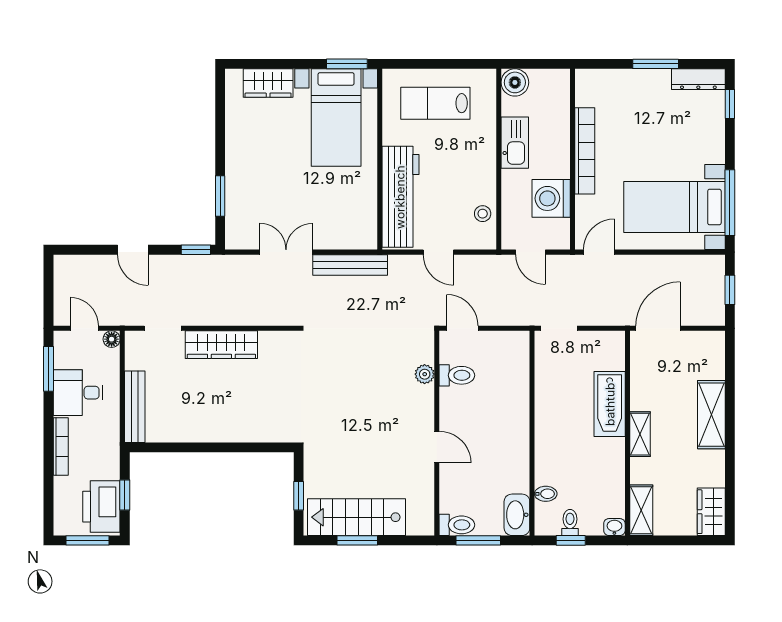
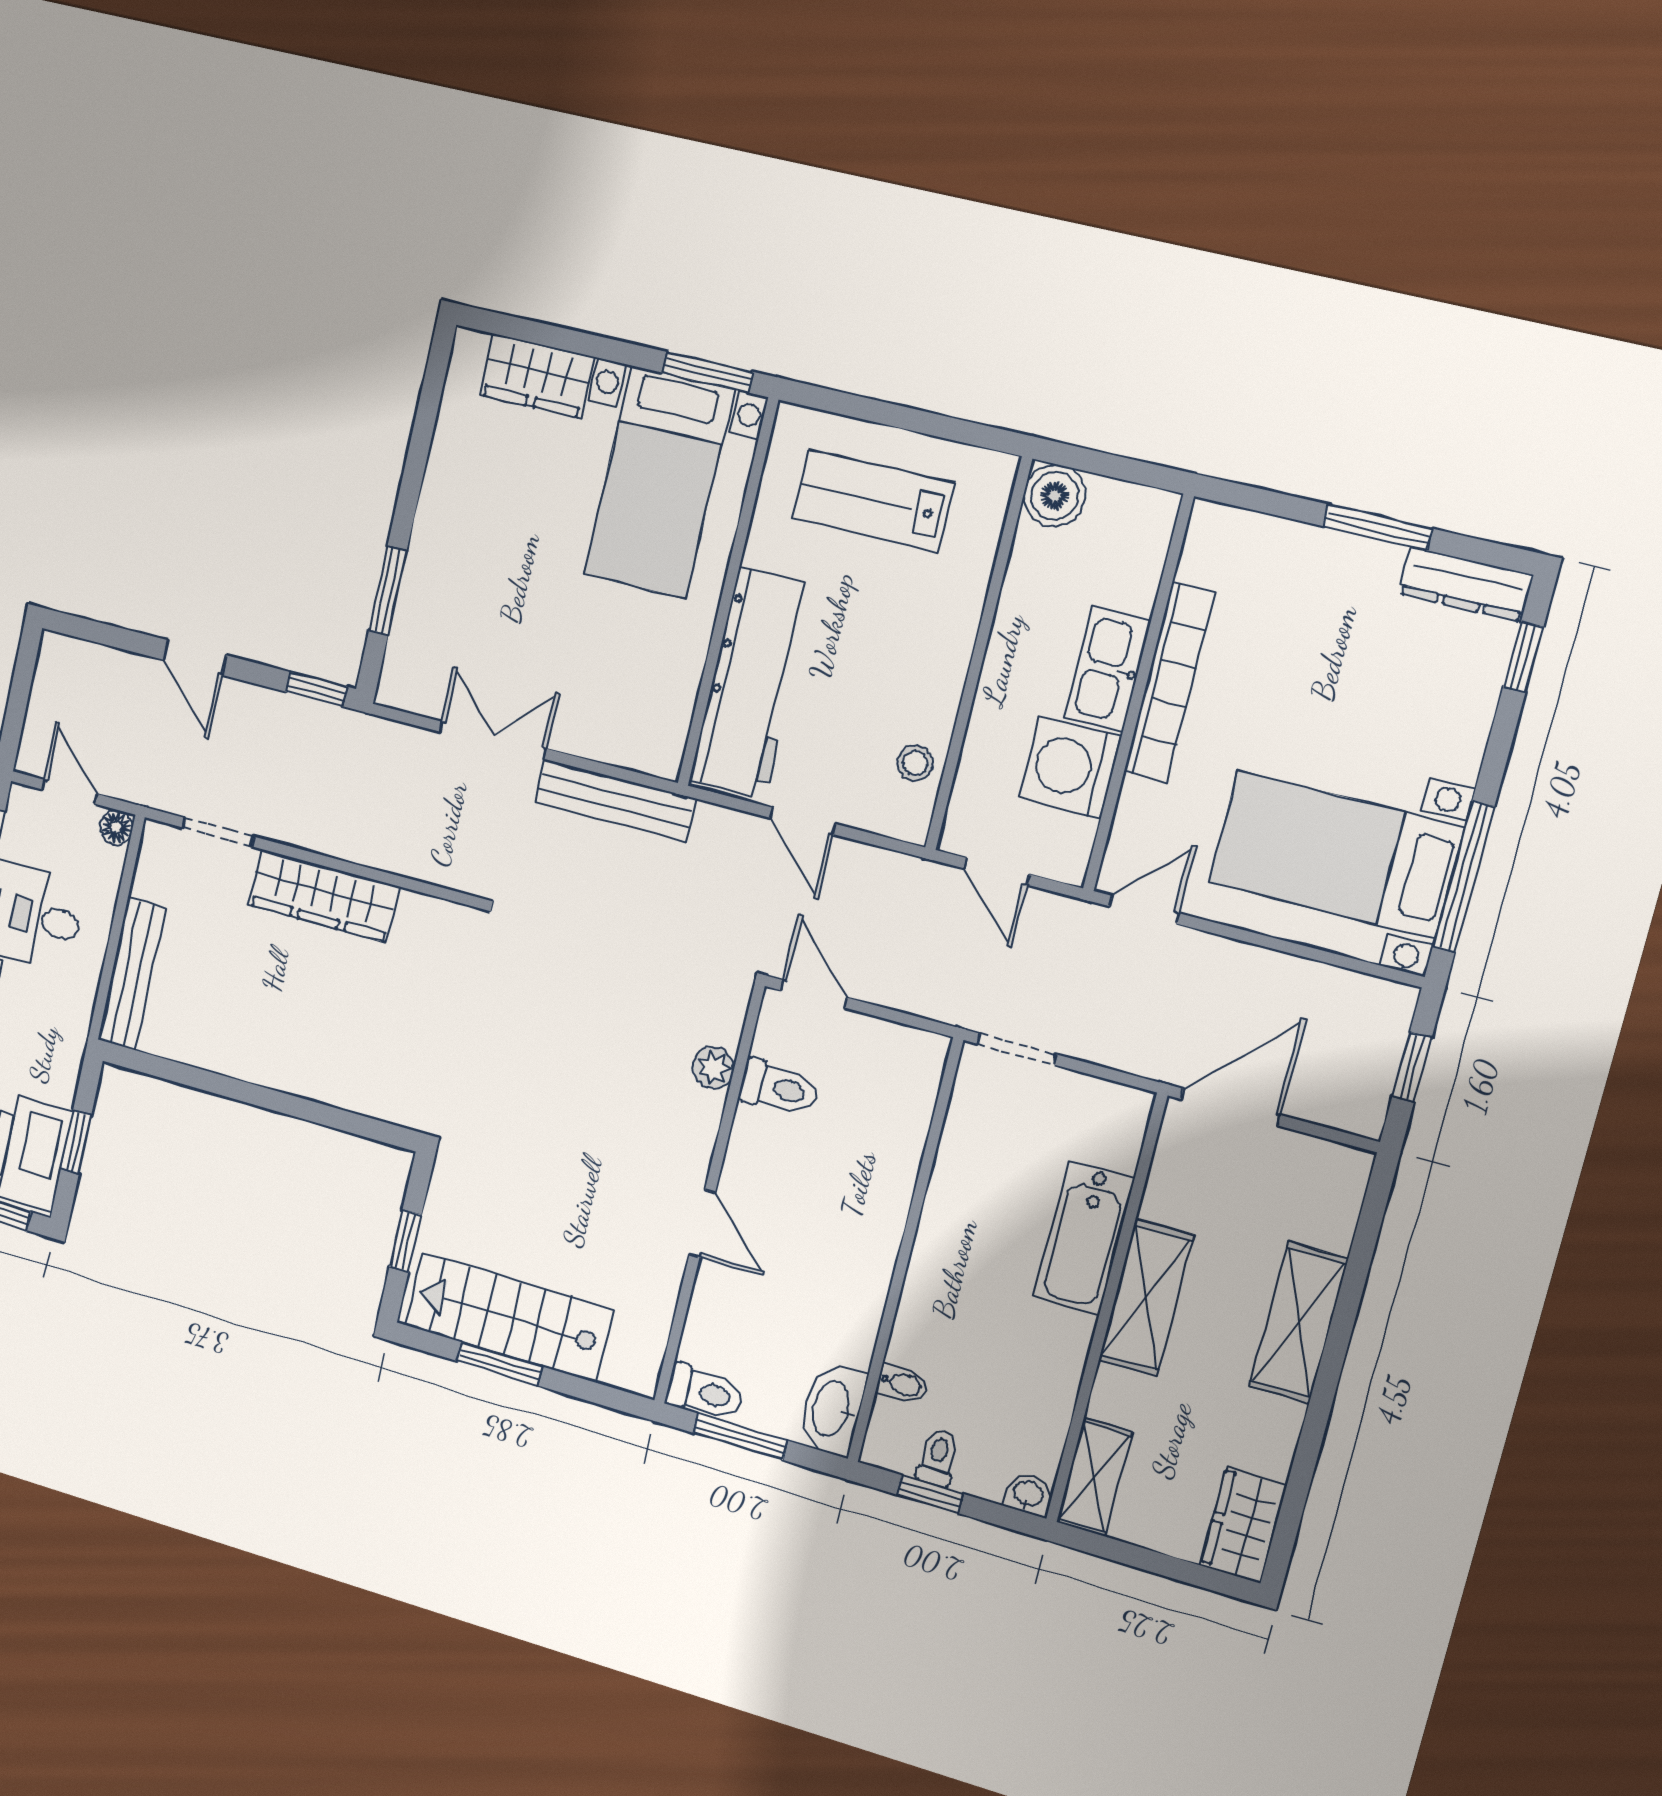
kitchen sink: (515, 143) -> (1107, 669), moved, turned 180
shelving: (640, 434) -> (1146, 1298), width x1.50, depth x1.33

